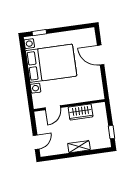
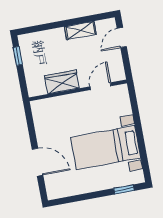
bed with nightstands: (51, 63) -> (106, 148), width x0.73
shelving: (79, 147) -> (80, 30), moved

